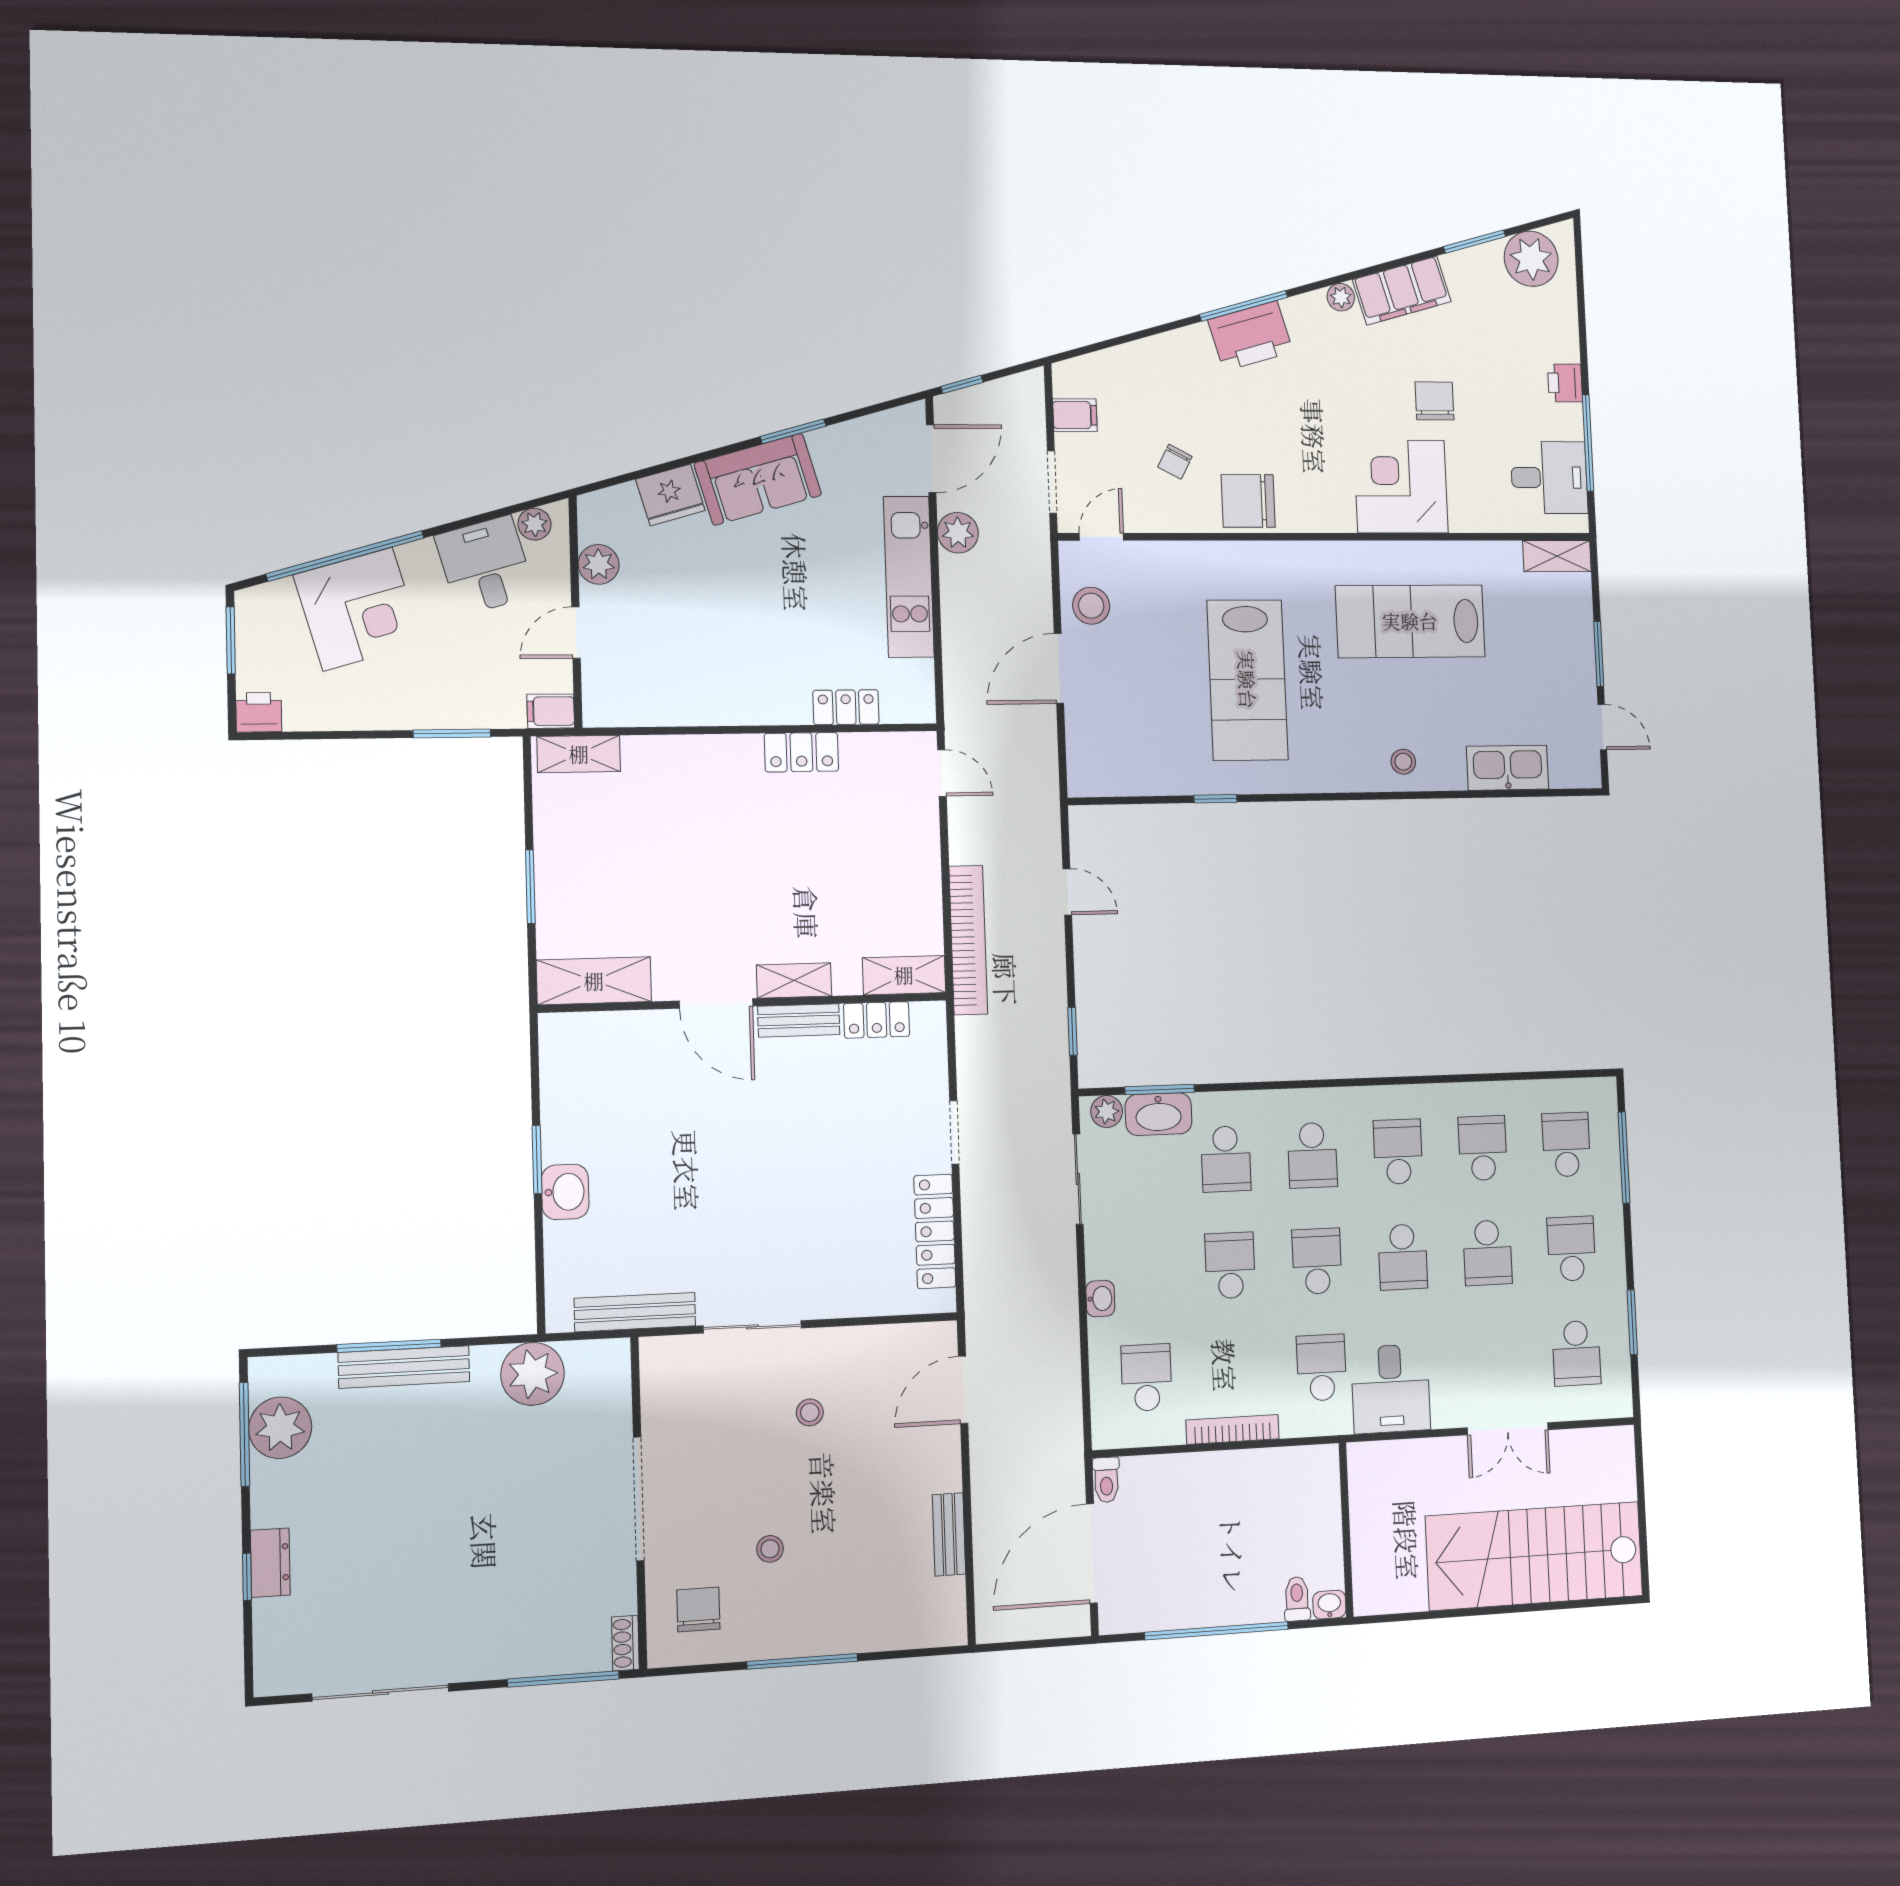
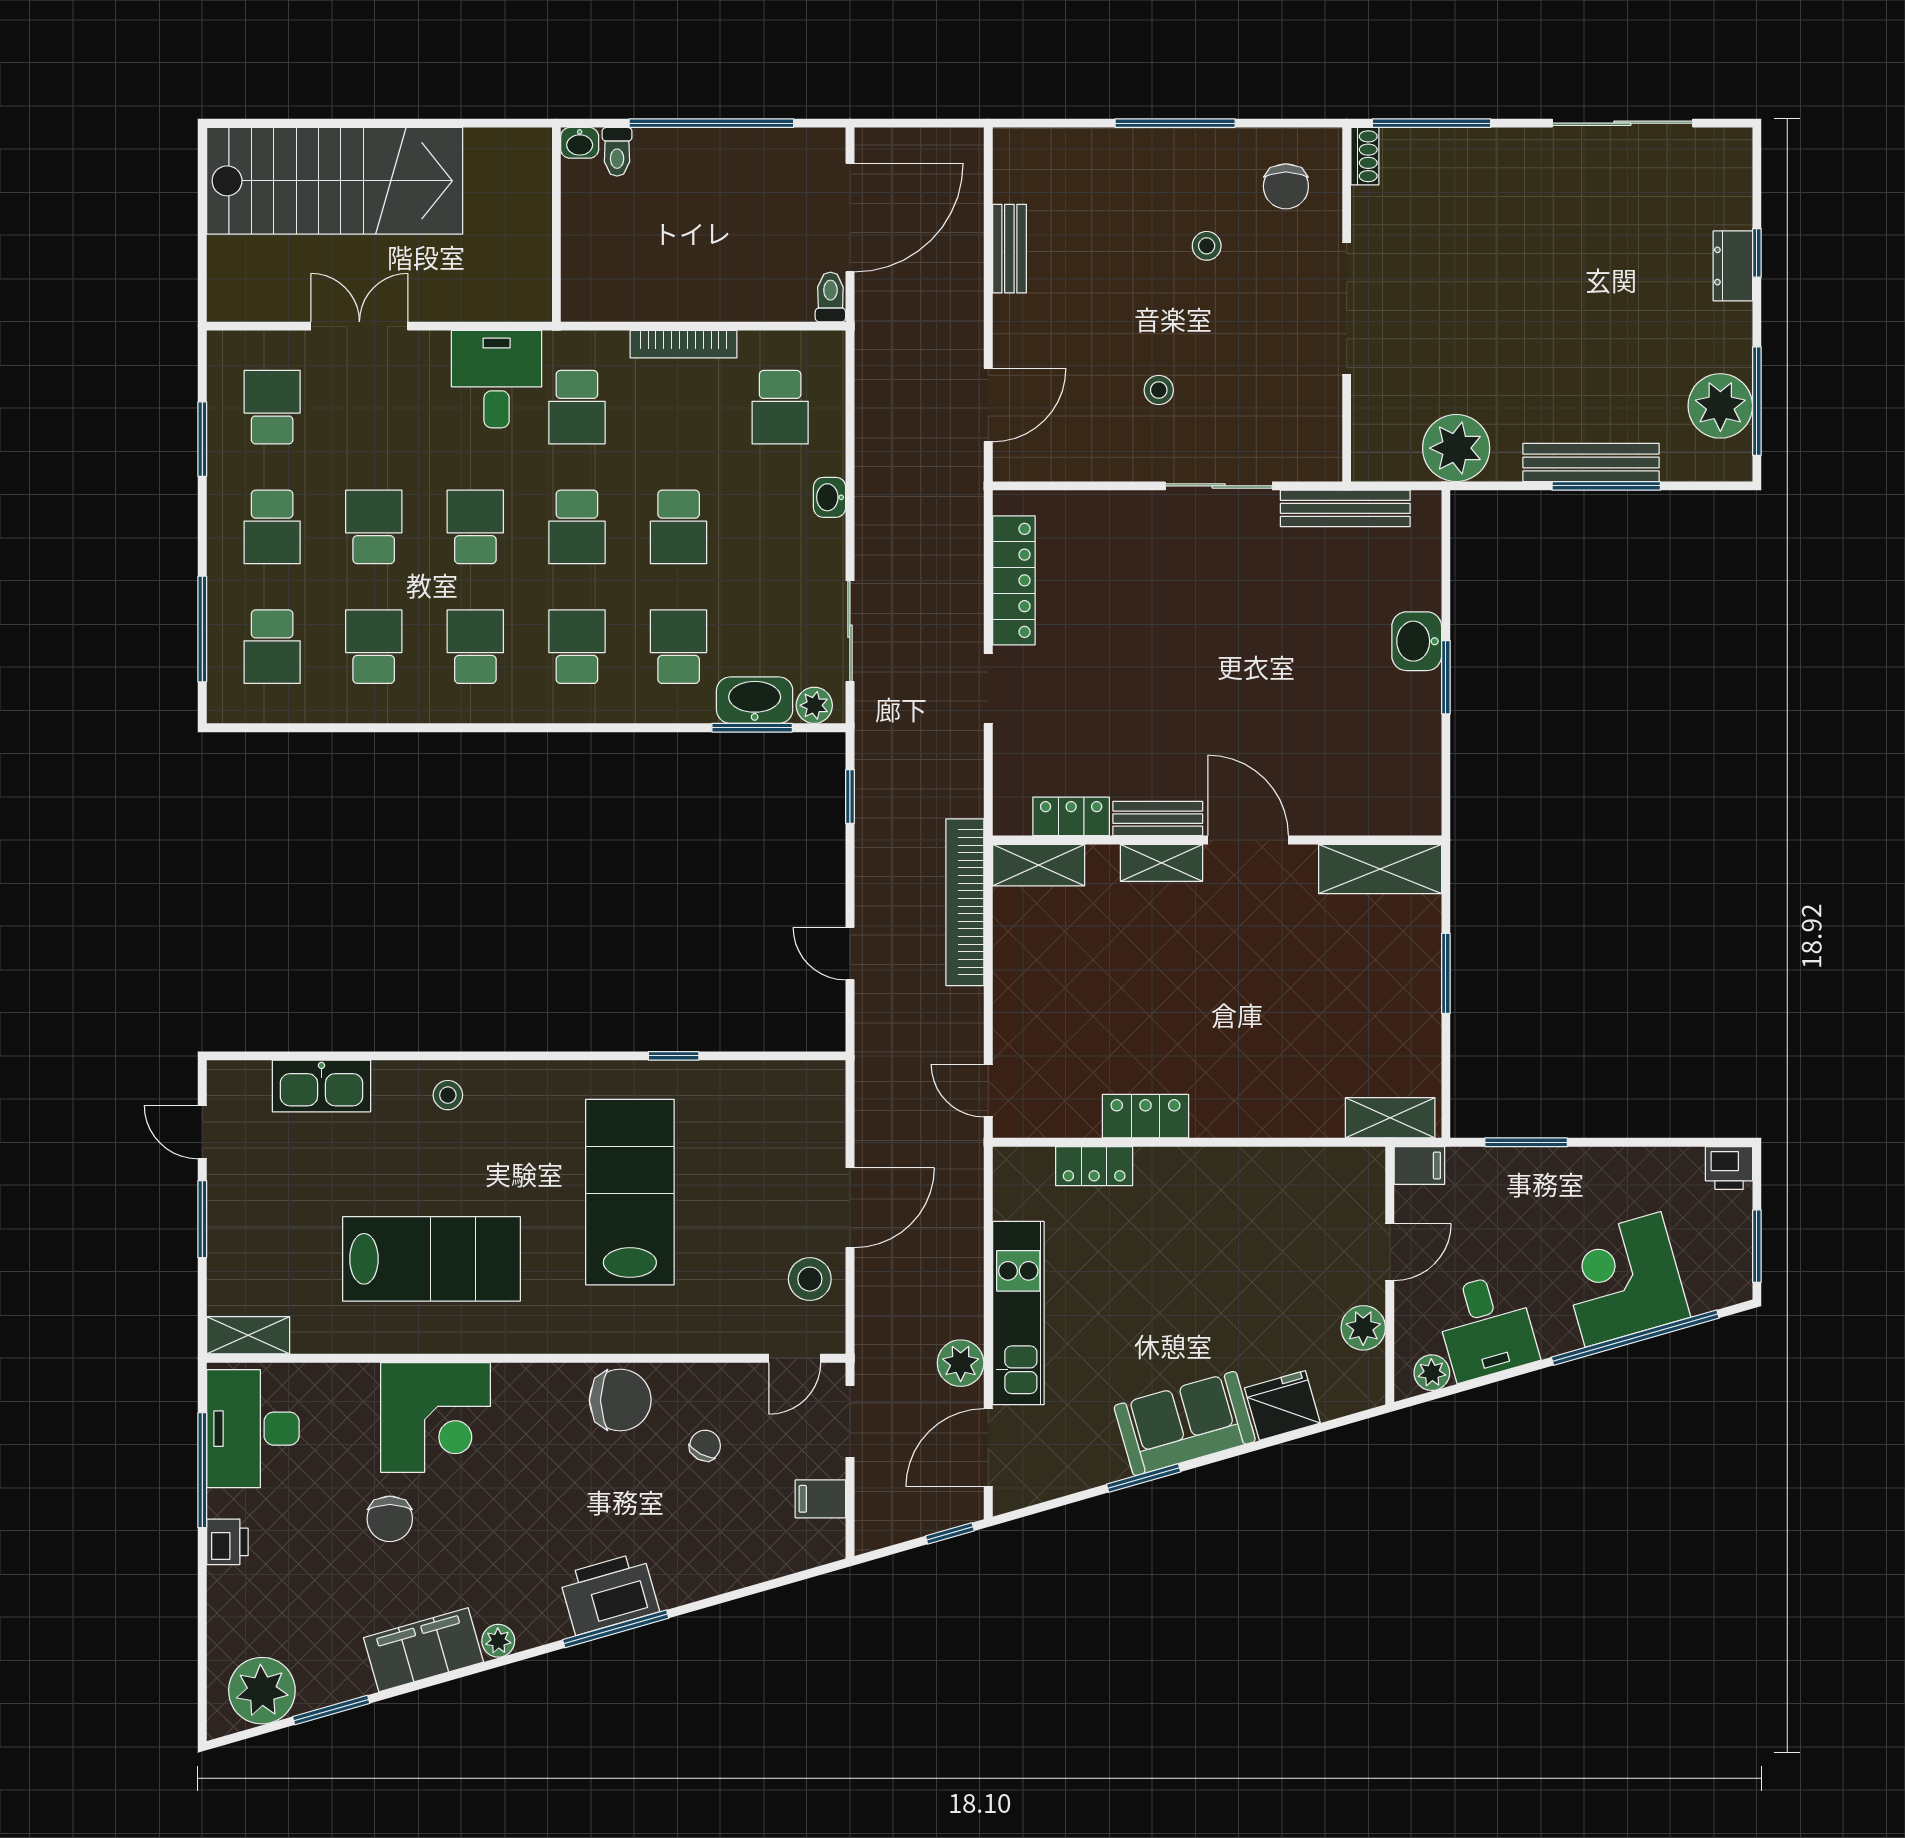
desk: (1549, 478) -> (253, 1429), width x1.37
school desk: (1483, 1148) -> (374, 647), turned 180
school desk: (1398, 1152) -> (475, 647), turned 180

